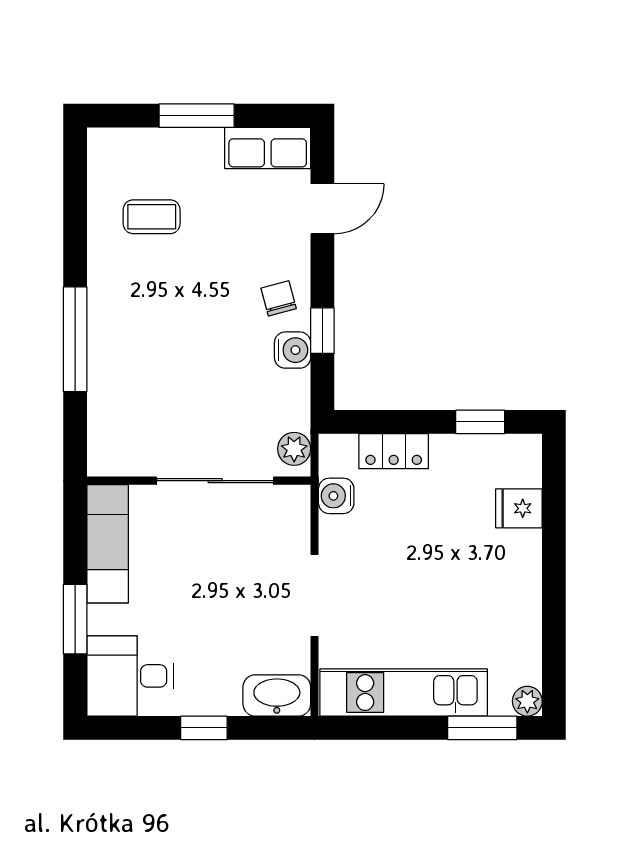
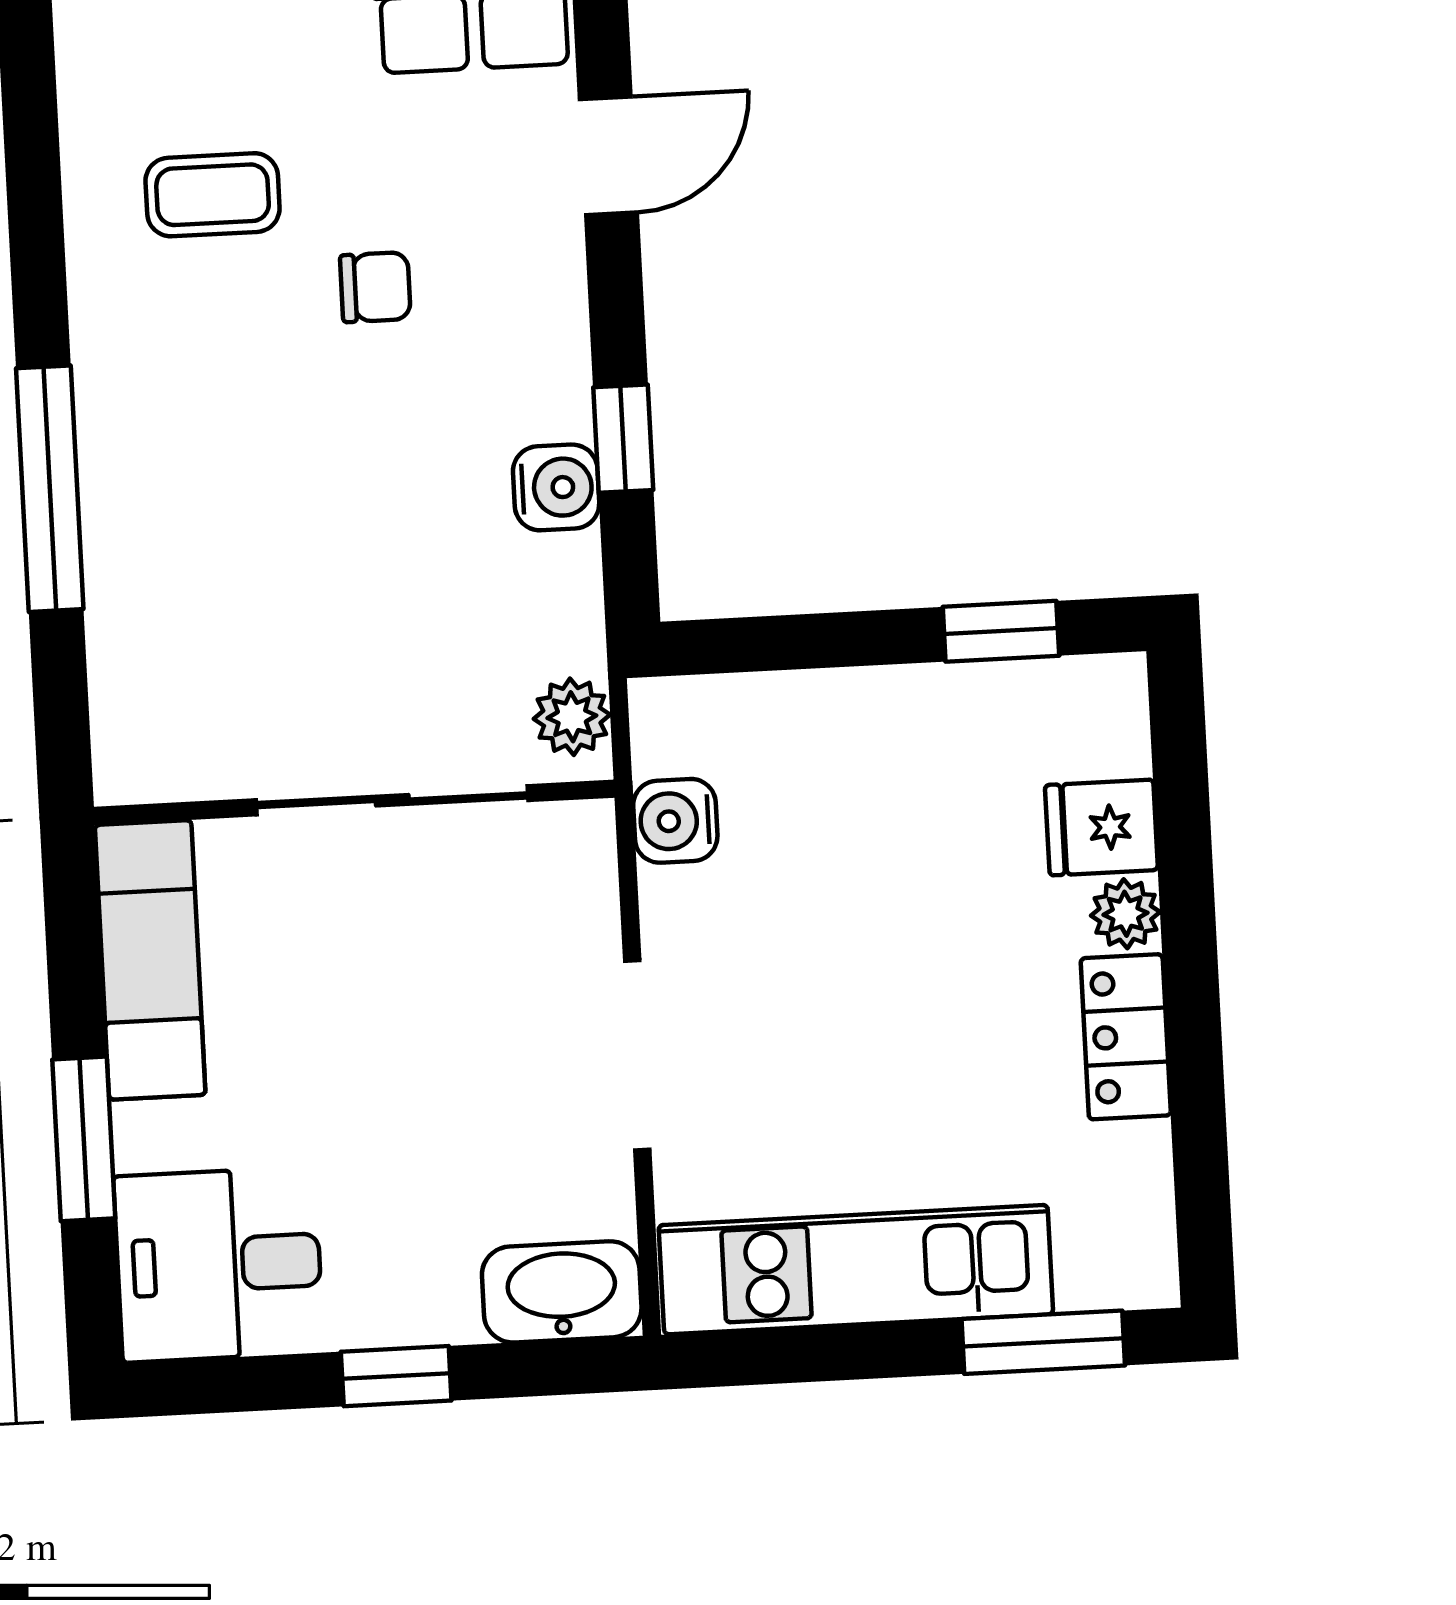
chair: (279, 298) -> (375, 287), moved, turned 105
locker: (394, 451) -> (1126, 1037), moved, turned 90
plant: (527, 701) -> (1125, 914), moved

